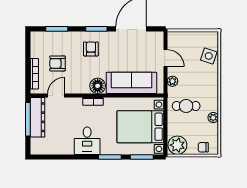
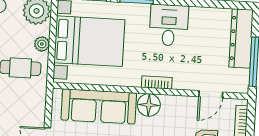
plant: (172, 81) -> (42, 44), moved
dresser: (38, 117) -> (241, 38), moved

